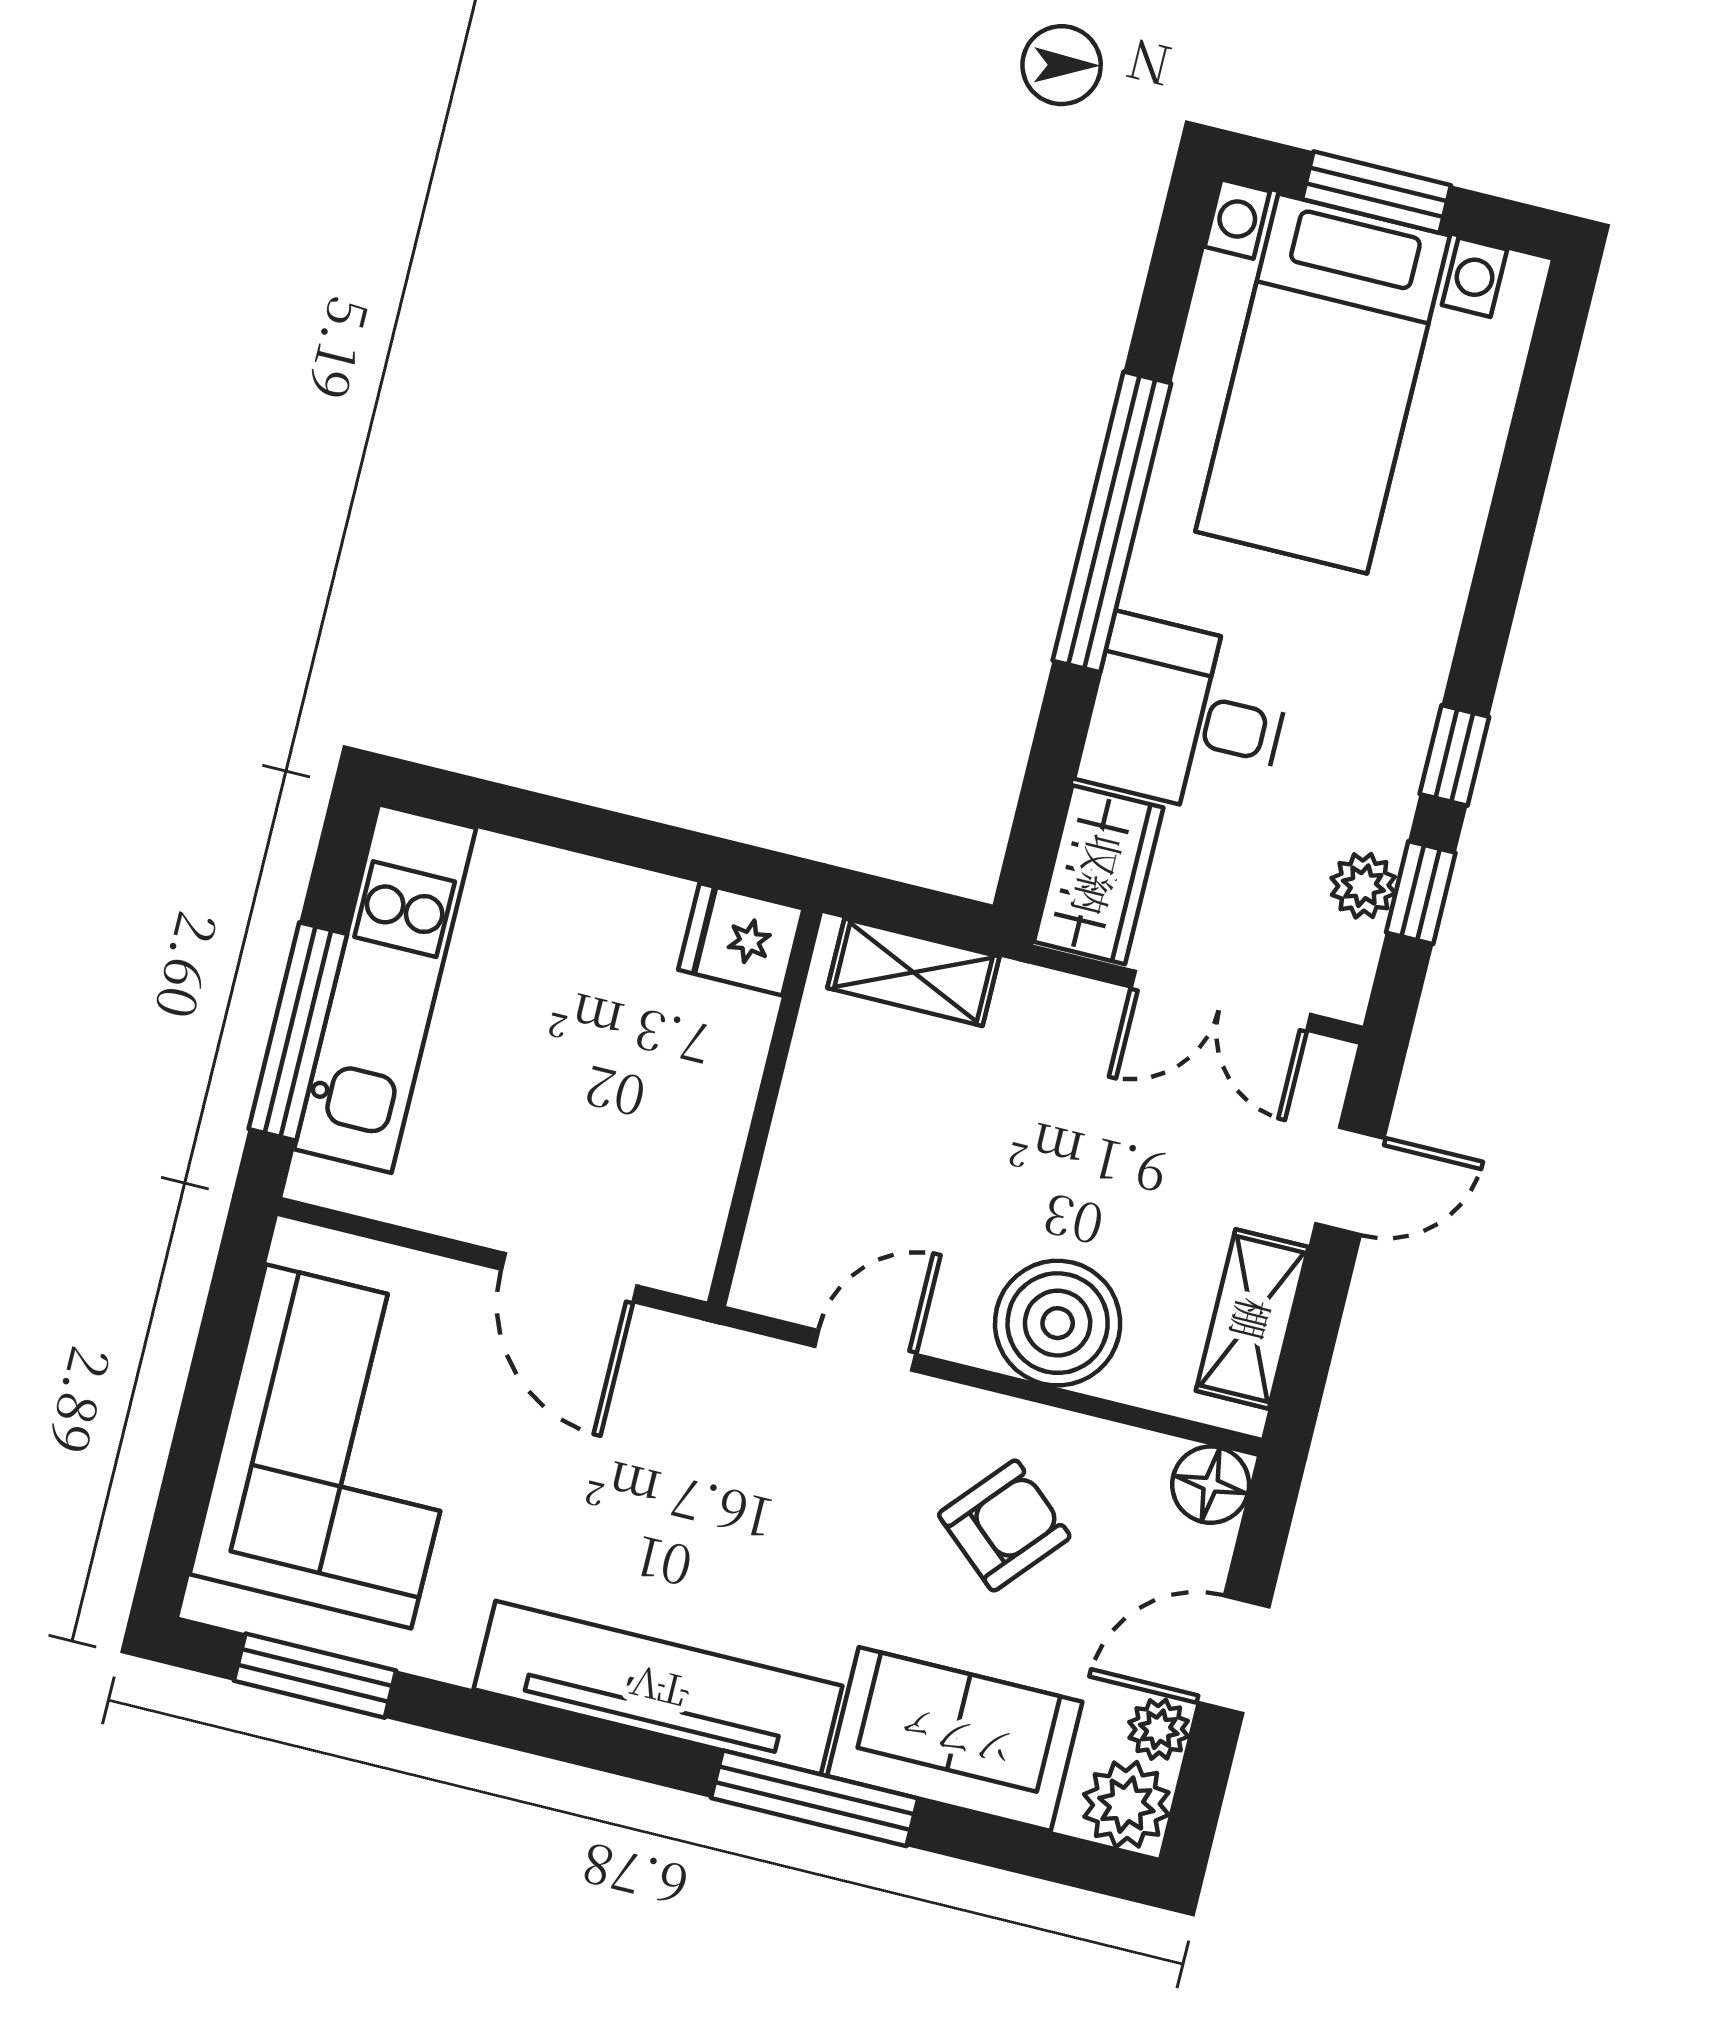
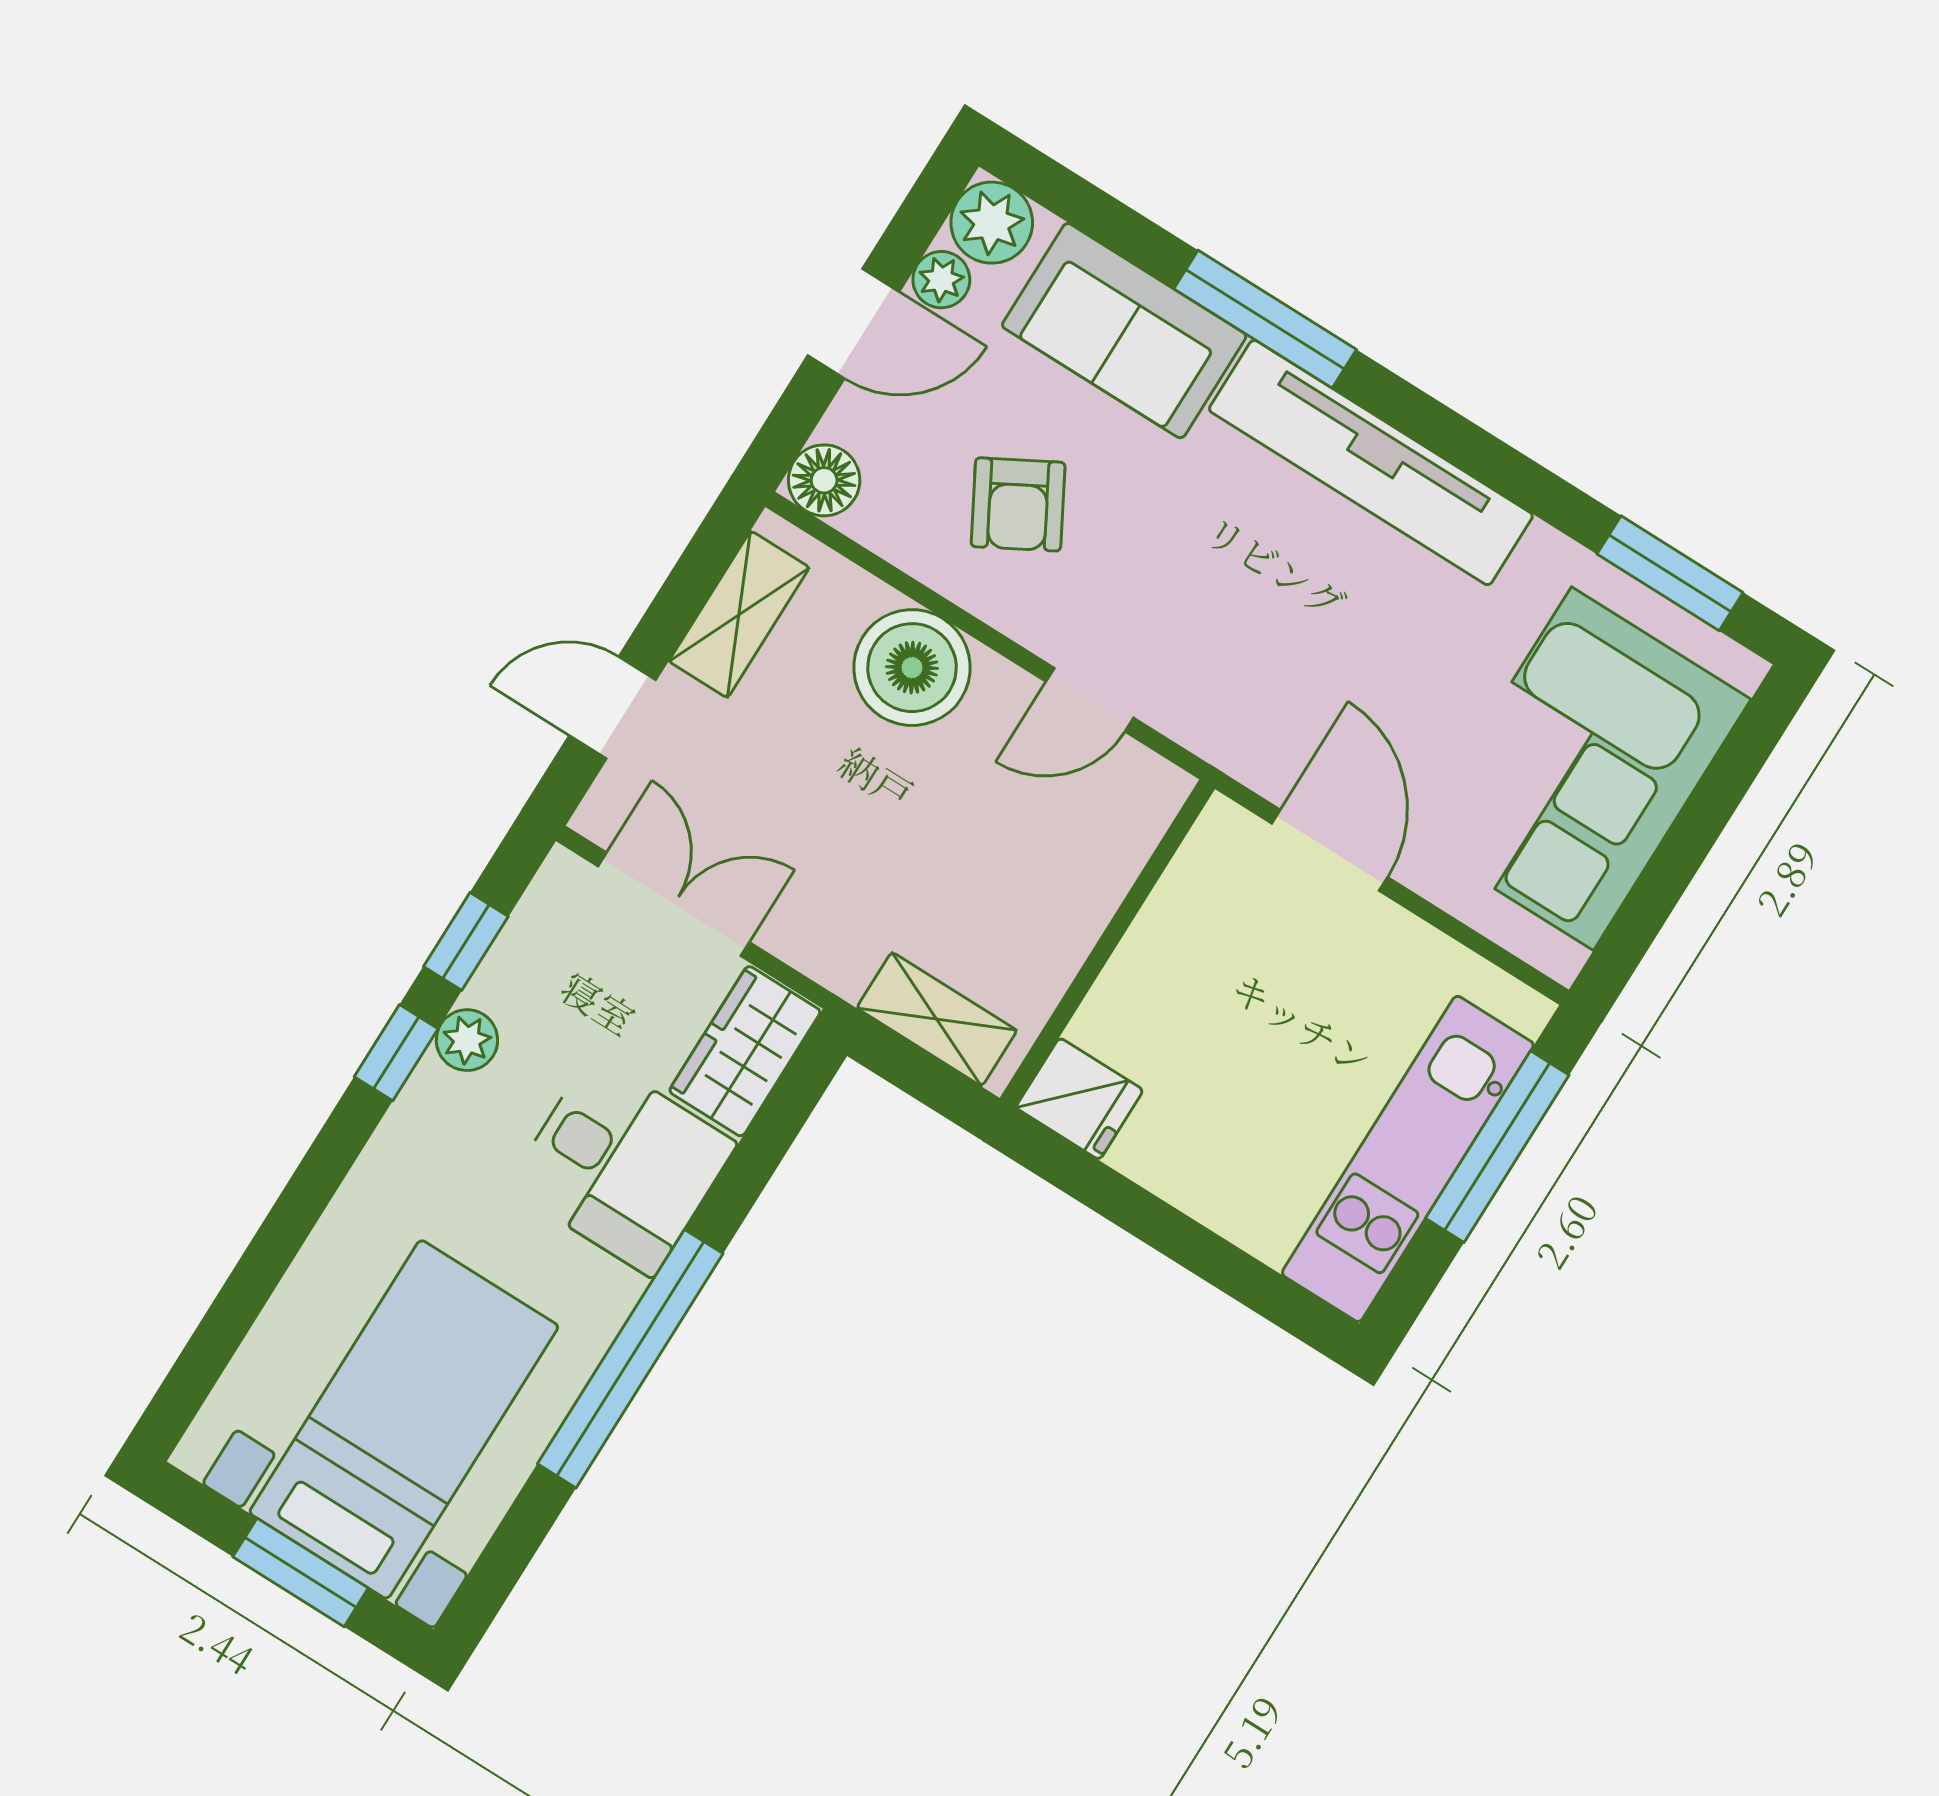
plant: (1363, 886) -> (467, 1040), moved
armchair: (1004, 1526) -> (1018, 504), turned -70

